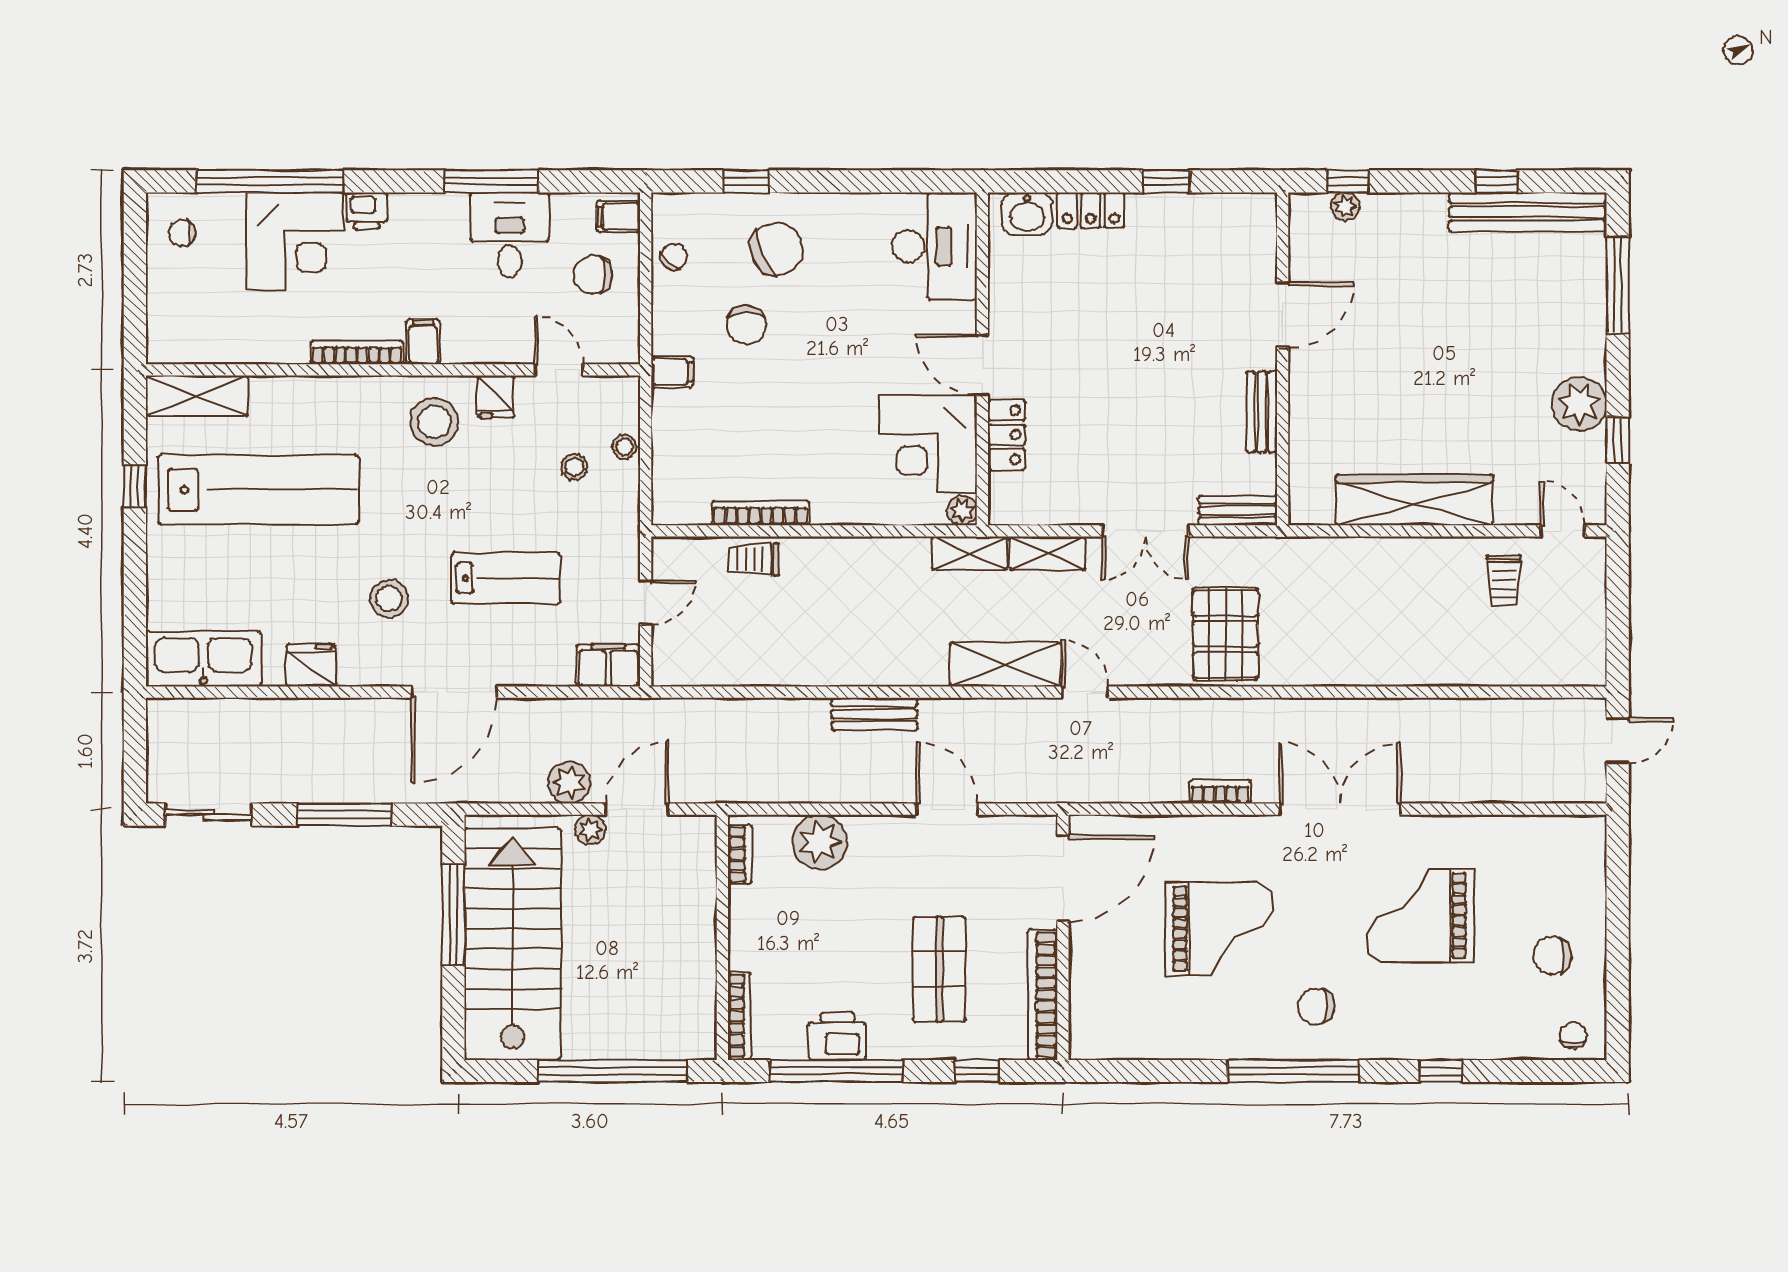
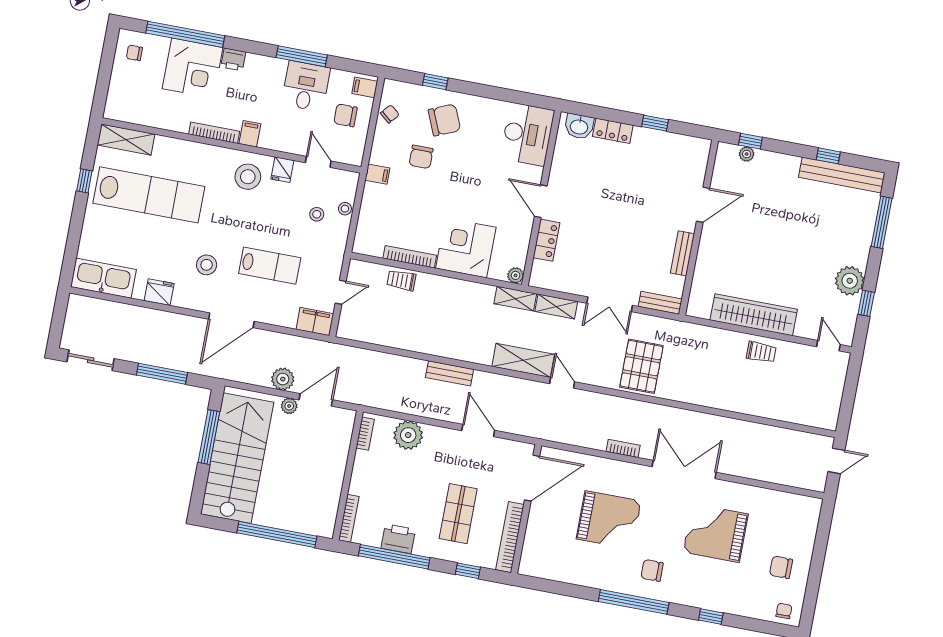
corner desk: (928, 444) -> (466, 248), moved, turned 90
trolley: (1504, 581) -> (761, 352), moved, turned -90

